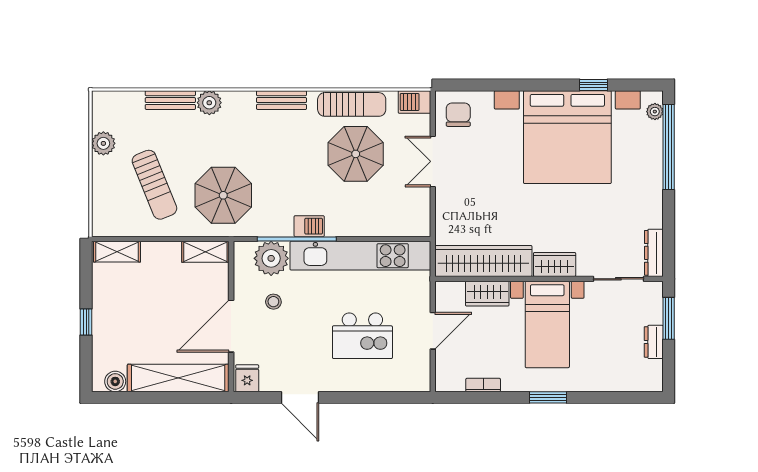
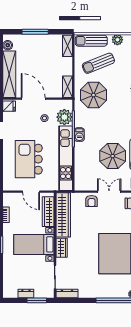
sun lounger: (106, 200) -> (91, 41), added
armchair: (453, 200) -> (92, 201), added
wardrobe: (487, 294) -> (48, 212), width x1.50
window: (86, 322) -> (35, 32), width x2.17
kitchen island: (362, 336) -> (29, 159), width x1.37, depth x1.28

